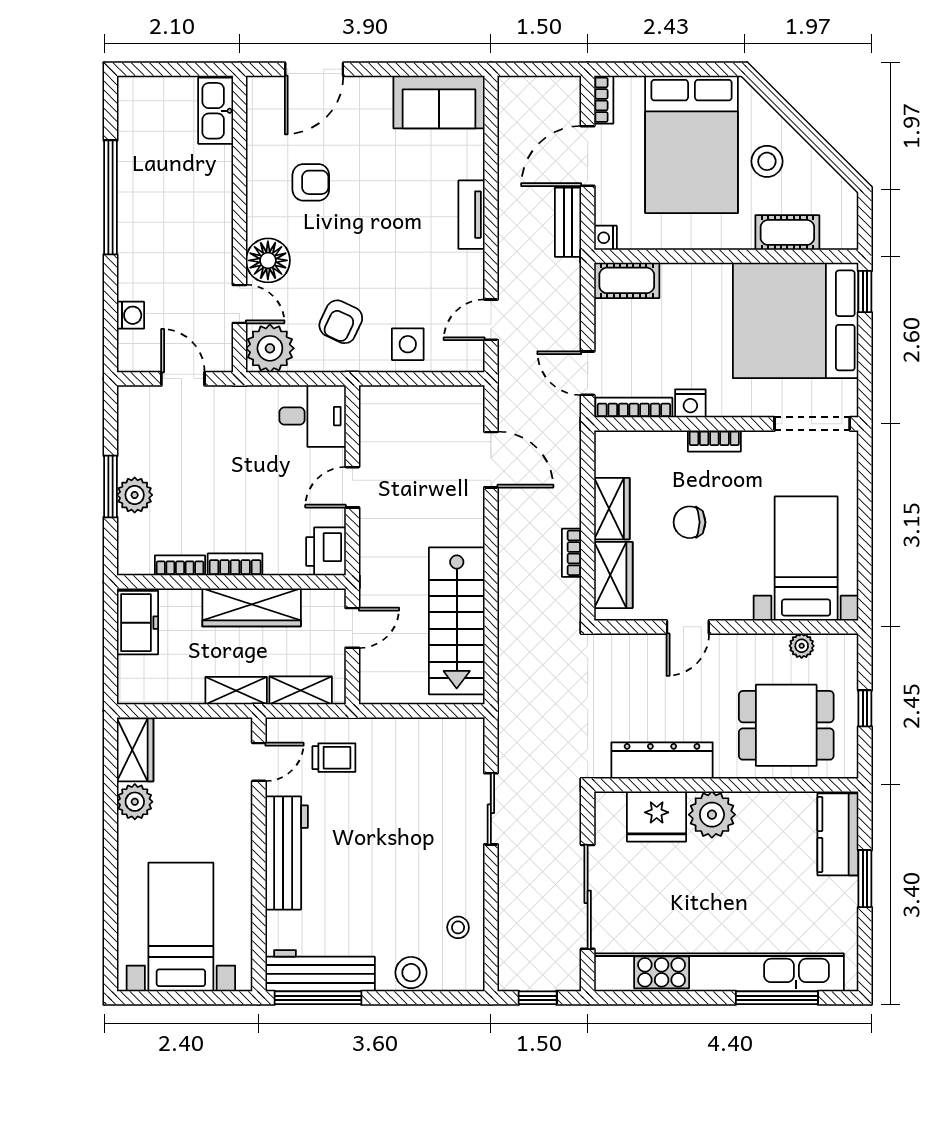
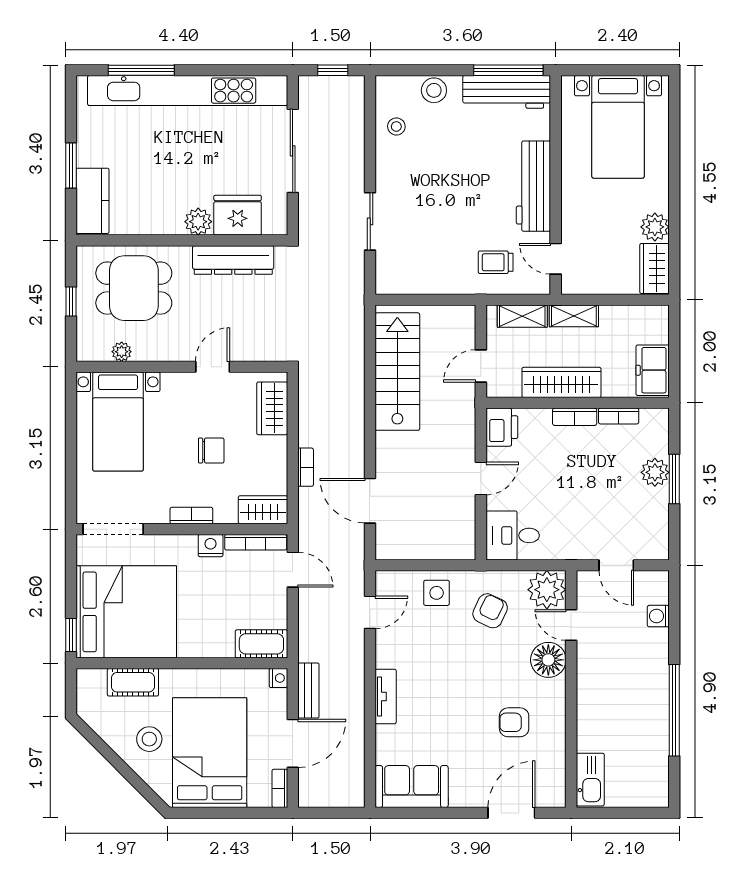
wardrobe: (612, 509) -> (263, 510), moved, turned 90
bookcase: (572, 553) -> (306, 467), moved
door: (259, 762) -> (556, 259), hinge flipped
plant: (712, 815) -> (198, 222), width x0.73, depth x0.73

